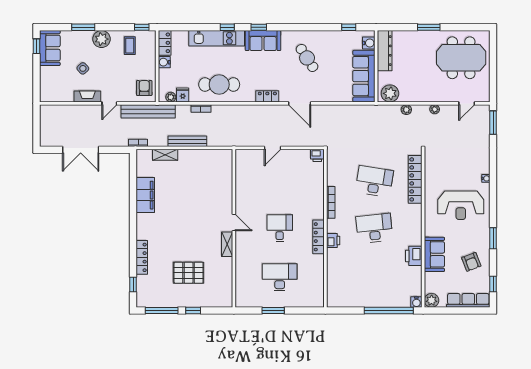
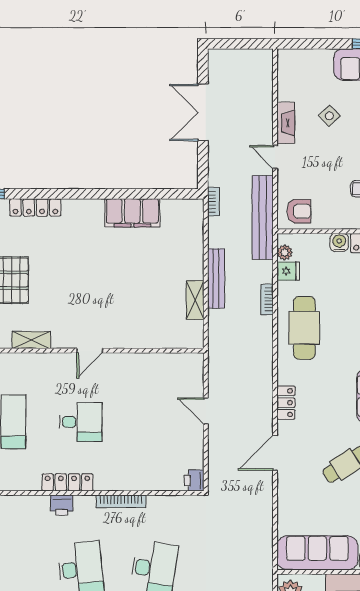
shelving: (165, 155) -> (195, 300), moved
shelving: (227, 244) -> (31, 340), moved

